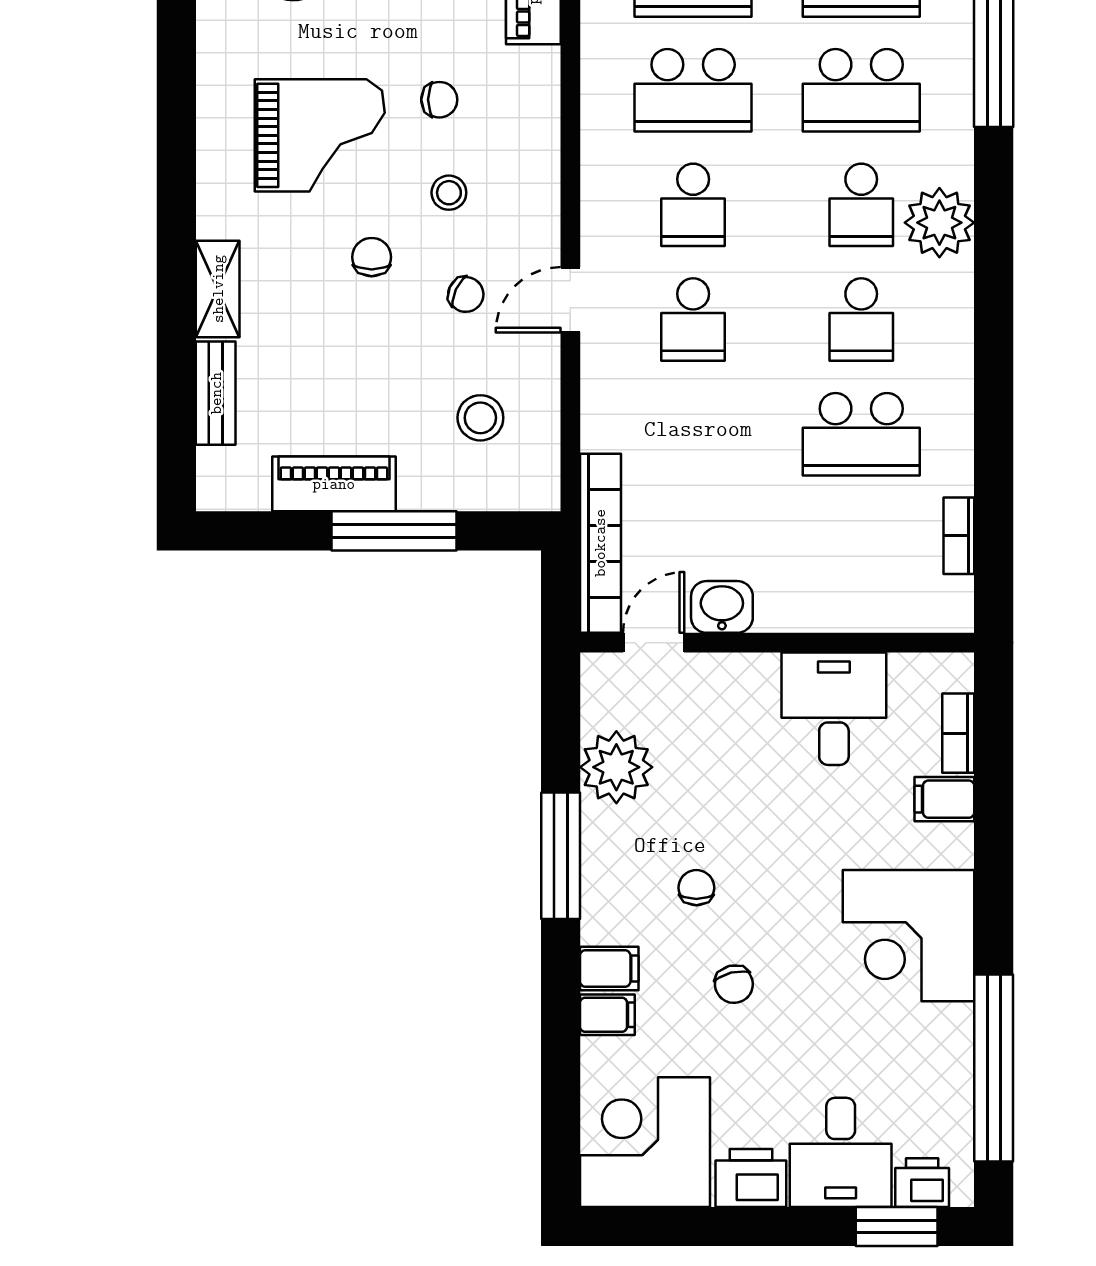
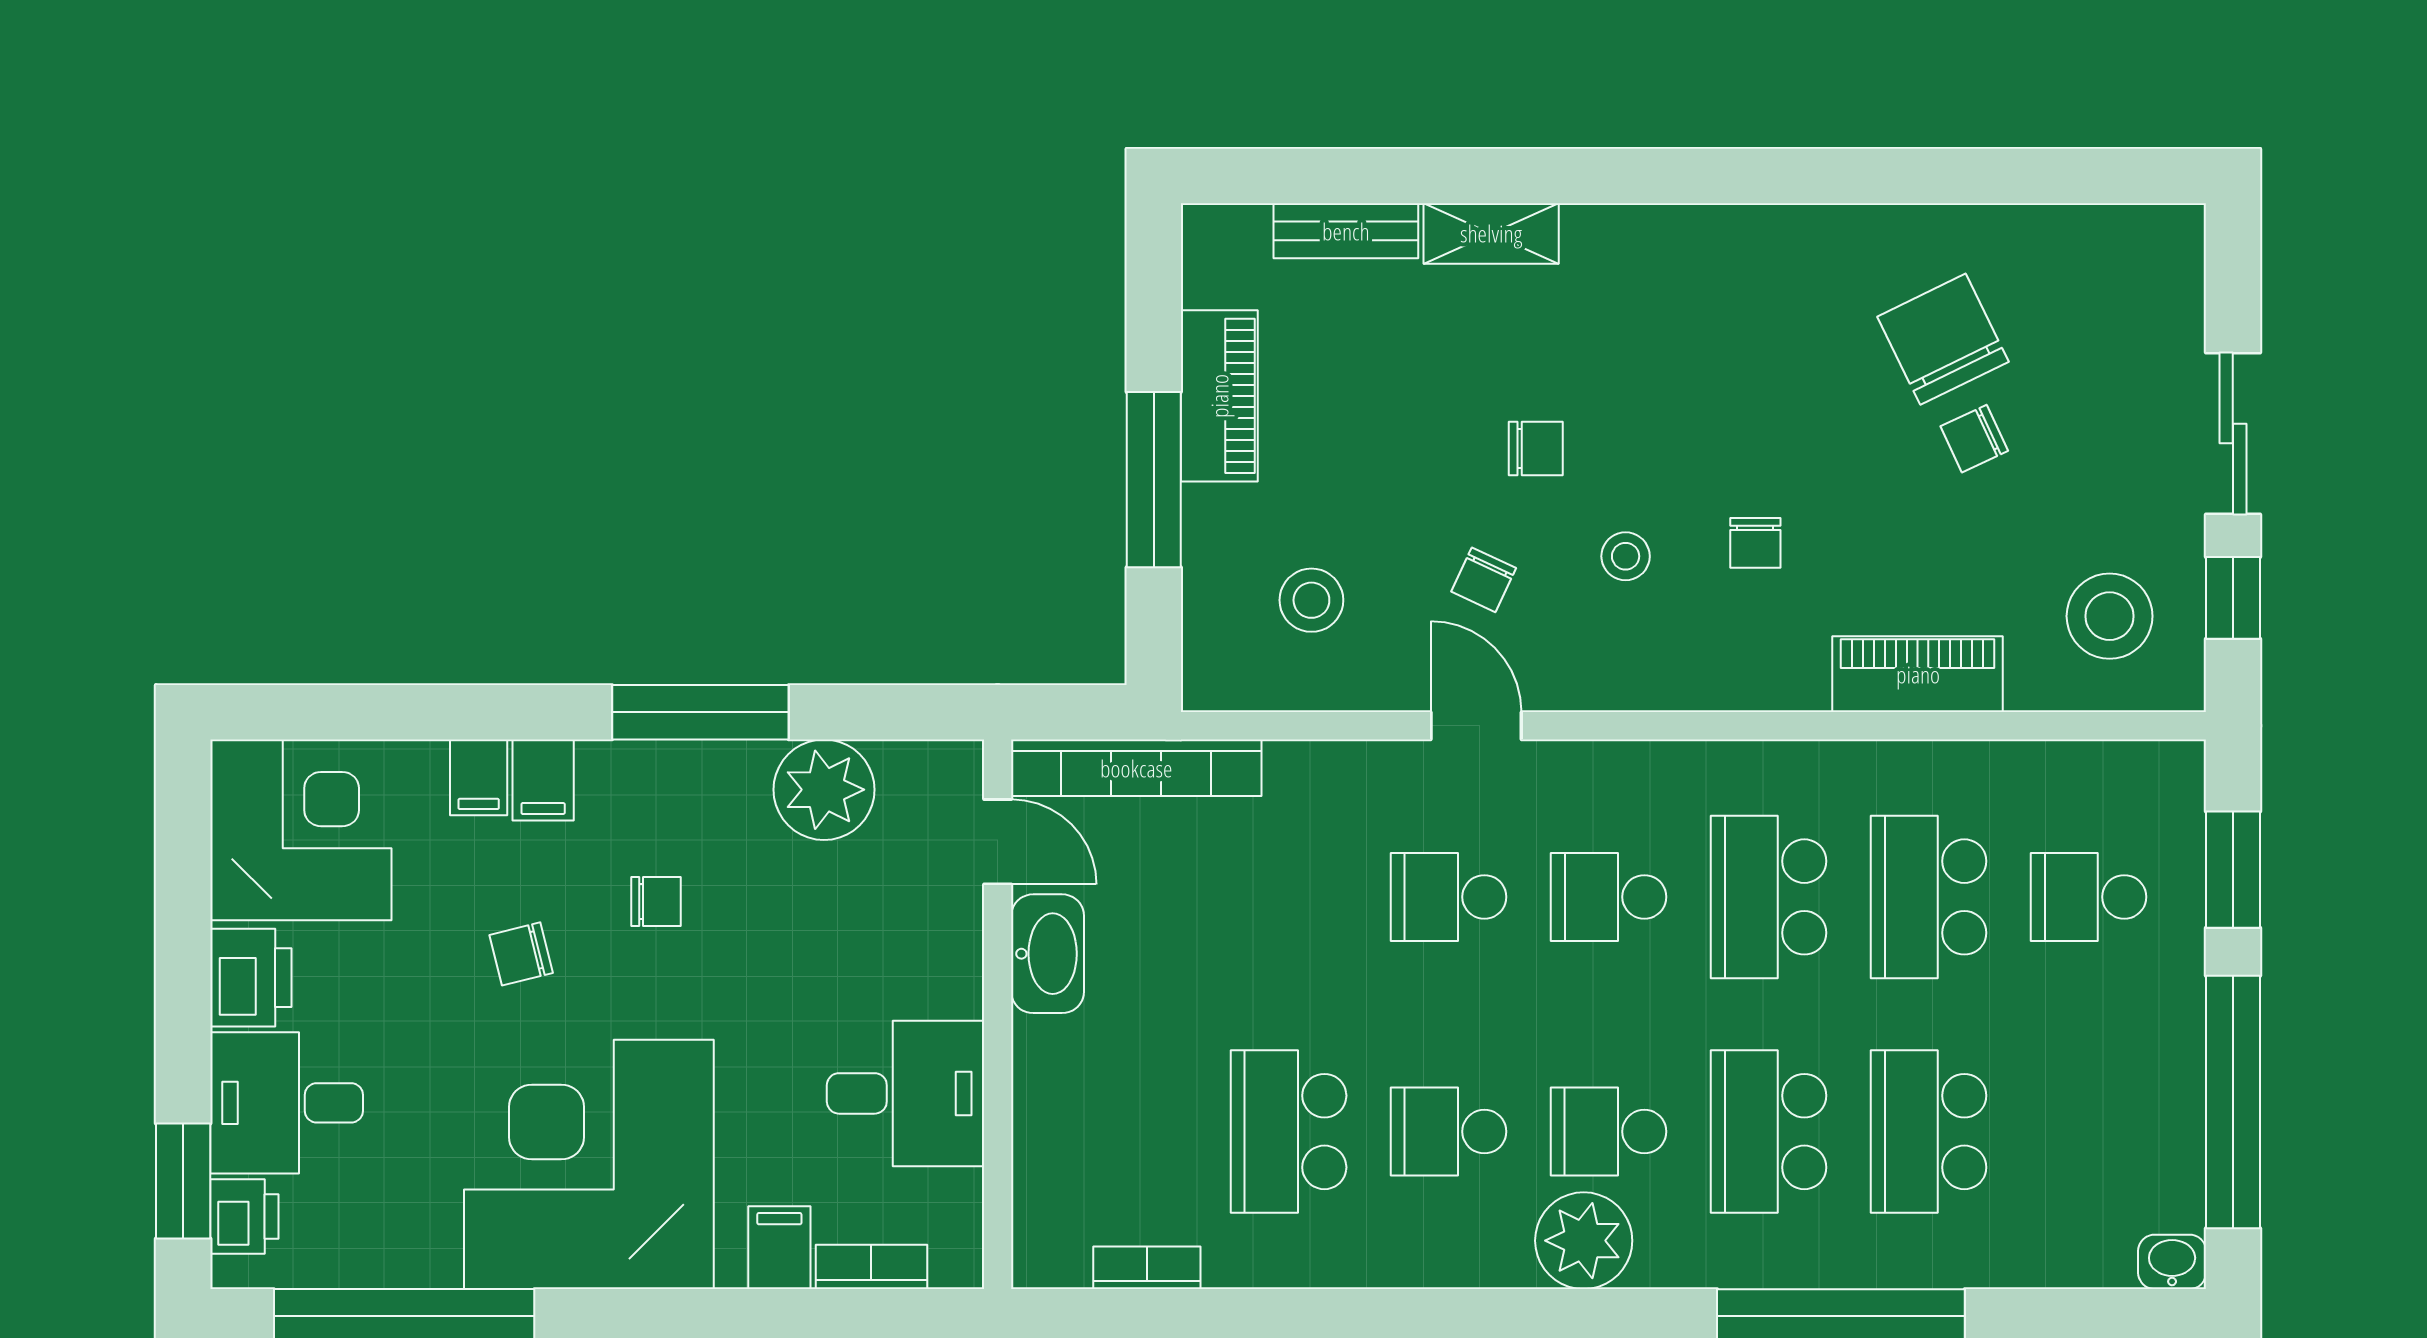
grand piano: (320, 135) -> (1706, 376), removed
washbasin: (722, 607) -> (1048, 954), width x1.38
corner desk: (908, 936) -> (589, 1164), width x1.36, depth x1.36

